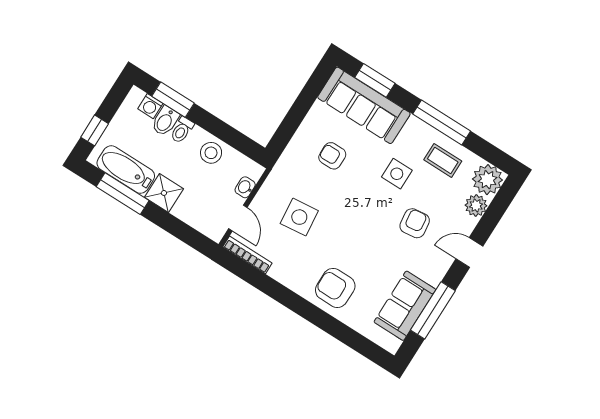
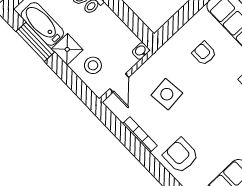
stool: (211, 153) -> (93, 65), moved
washbasin: (245, 187) -> (141, 51), moved
bookcase: (247, 255) -> (140, 135), moved

